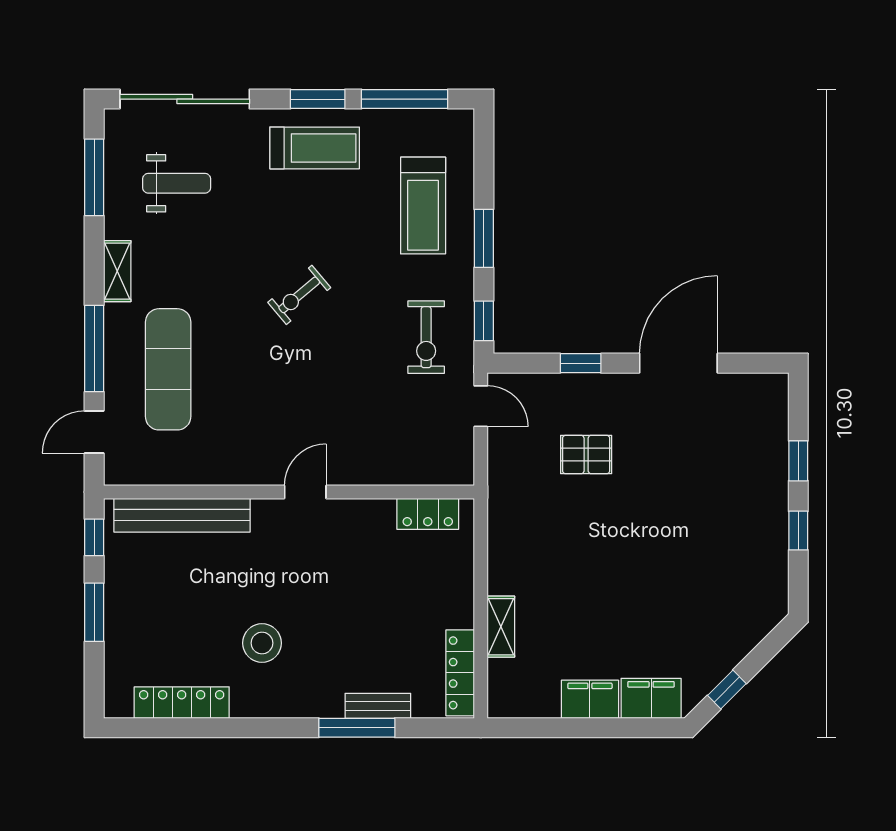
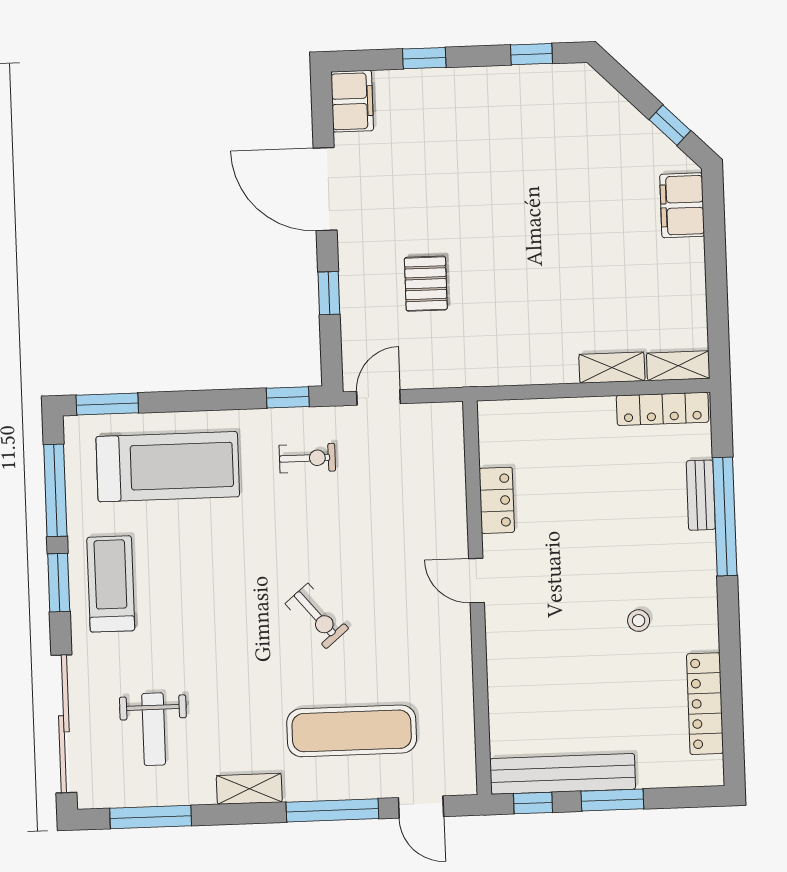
weight bench: (177, 183) -> (154, 729), turned 180
treadmill: (423, 206) -> (168, 467), width x1.37, depth x1.38
window: (484, 238) -> (107, 404), moved
exercise bike: (299, 295) -> (317, 616), moved
exercise bike: (426, 337) -> (307, 458), width x0.73, depth x0.72
locker: (428, 514) -> (497, 500), moved
bench: (182, 515) -> (563, 774), moved, turned 90
window: (798, 531) -> (531, 54), moved
stool: (262, 643) -> (639, 621), width x0.53, depth x0.53
shelving: (500, 689) -> (678, 366), added
filing cabinet: (590, 699) -> (352, 101), moved, turned 180
window: (357, 728) -> (725, 517), width x1.46

